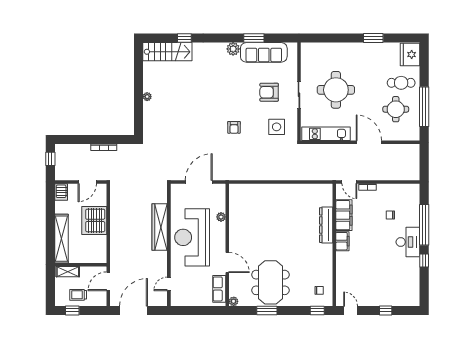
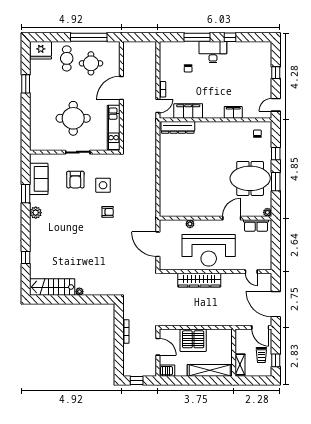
stairs: (167, 52) -> (52, 287), moved, turned -90
sofa: (264, 52) -> (39, 179), width x0.73
side table: (277, 127) -> (103, 185), moved
dresser: (326, 225) -> (178, 127), moved
window: (424, 225) -> (197, 37), width x0.68
filing cabinet: (342, 241) -> (233, 112), moved
door: (108, 281) -> (260, 327), moved
window: (317, 310) -> (276, 154), moved

